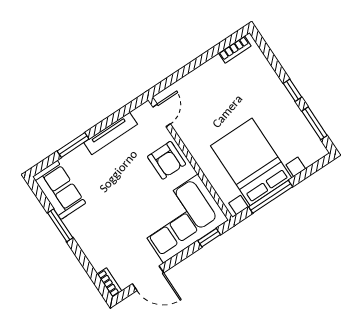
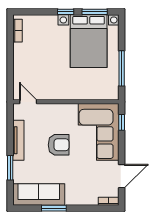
armchair: (167, 160) -> (59, 145), moved
bed with nightstands: (251, 162) -> (89, 41), moved, turned -90
sofa: (59, 190) -> (39, 194), width x1.36

